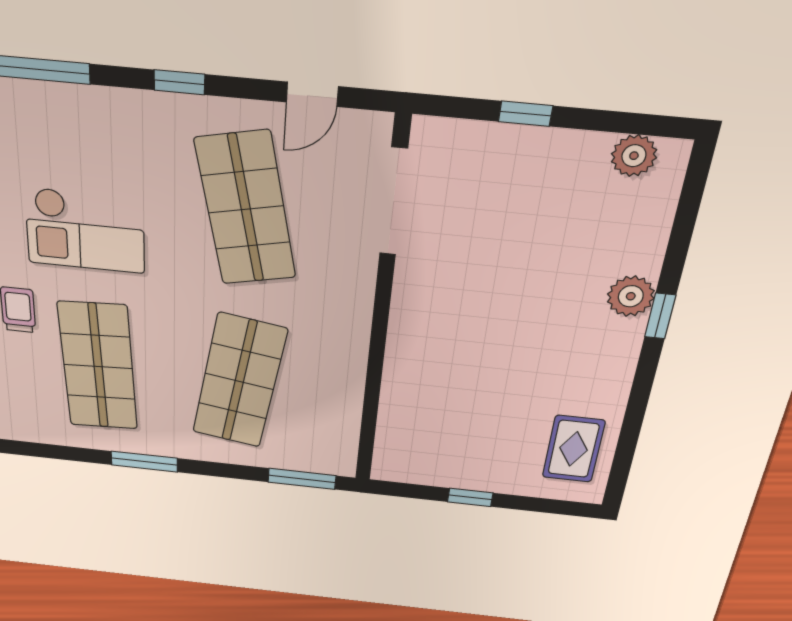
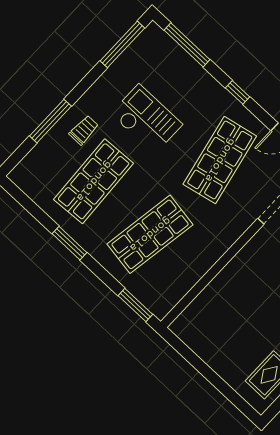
checkout: (85, 231) -> (146, 119), turned 180
window: (470, 497) -> (205, 370), removed

